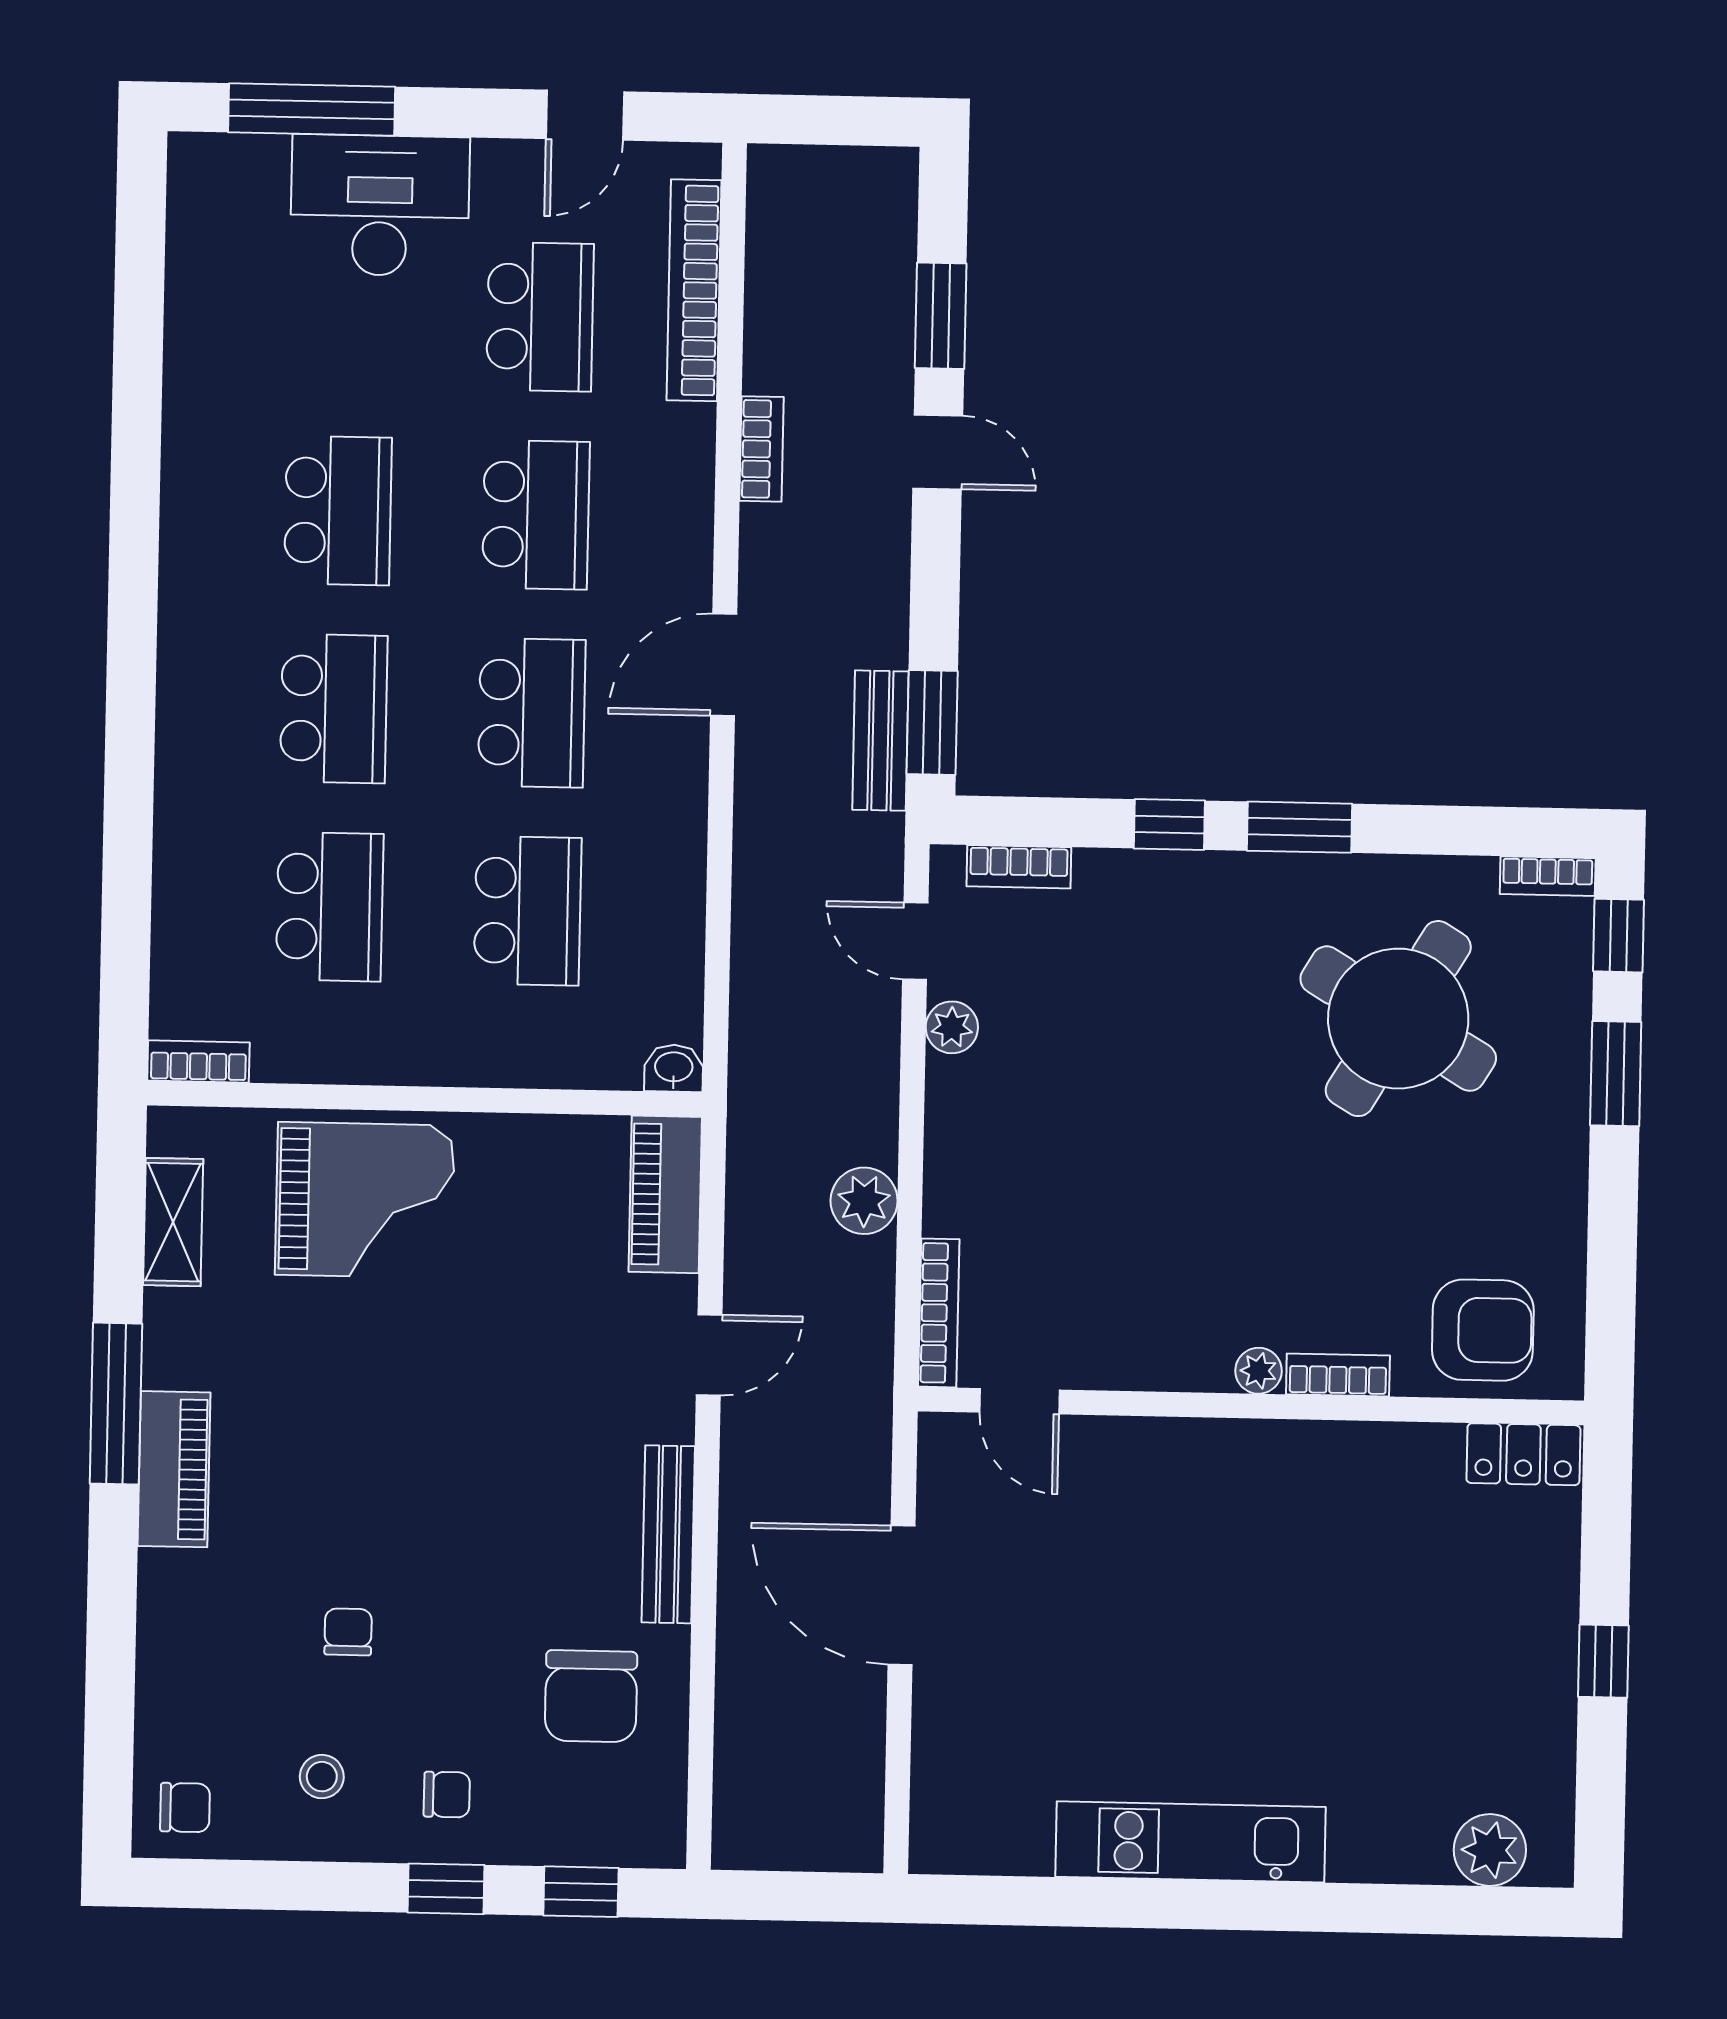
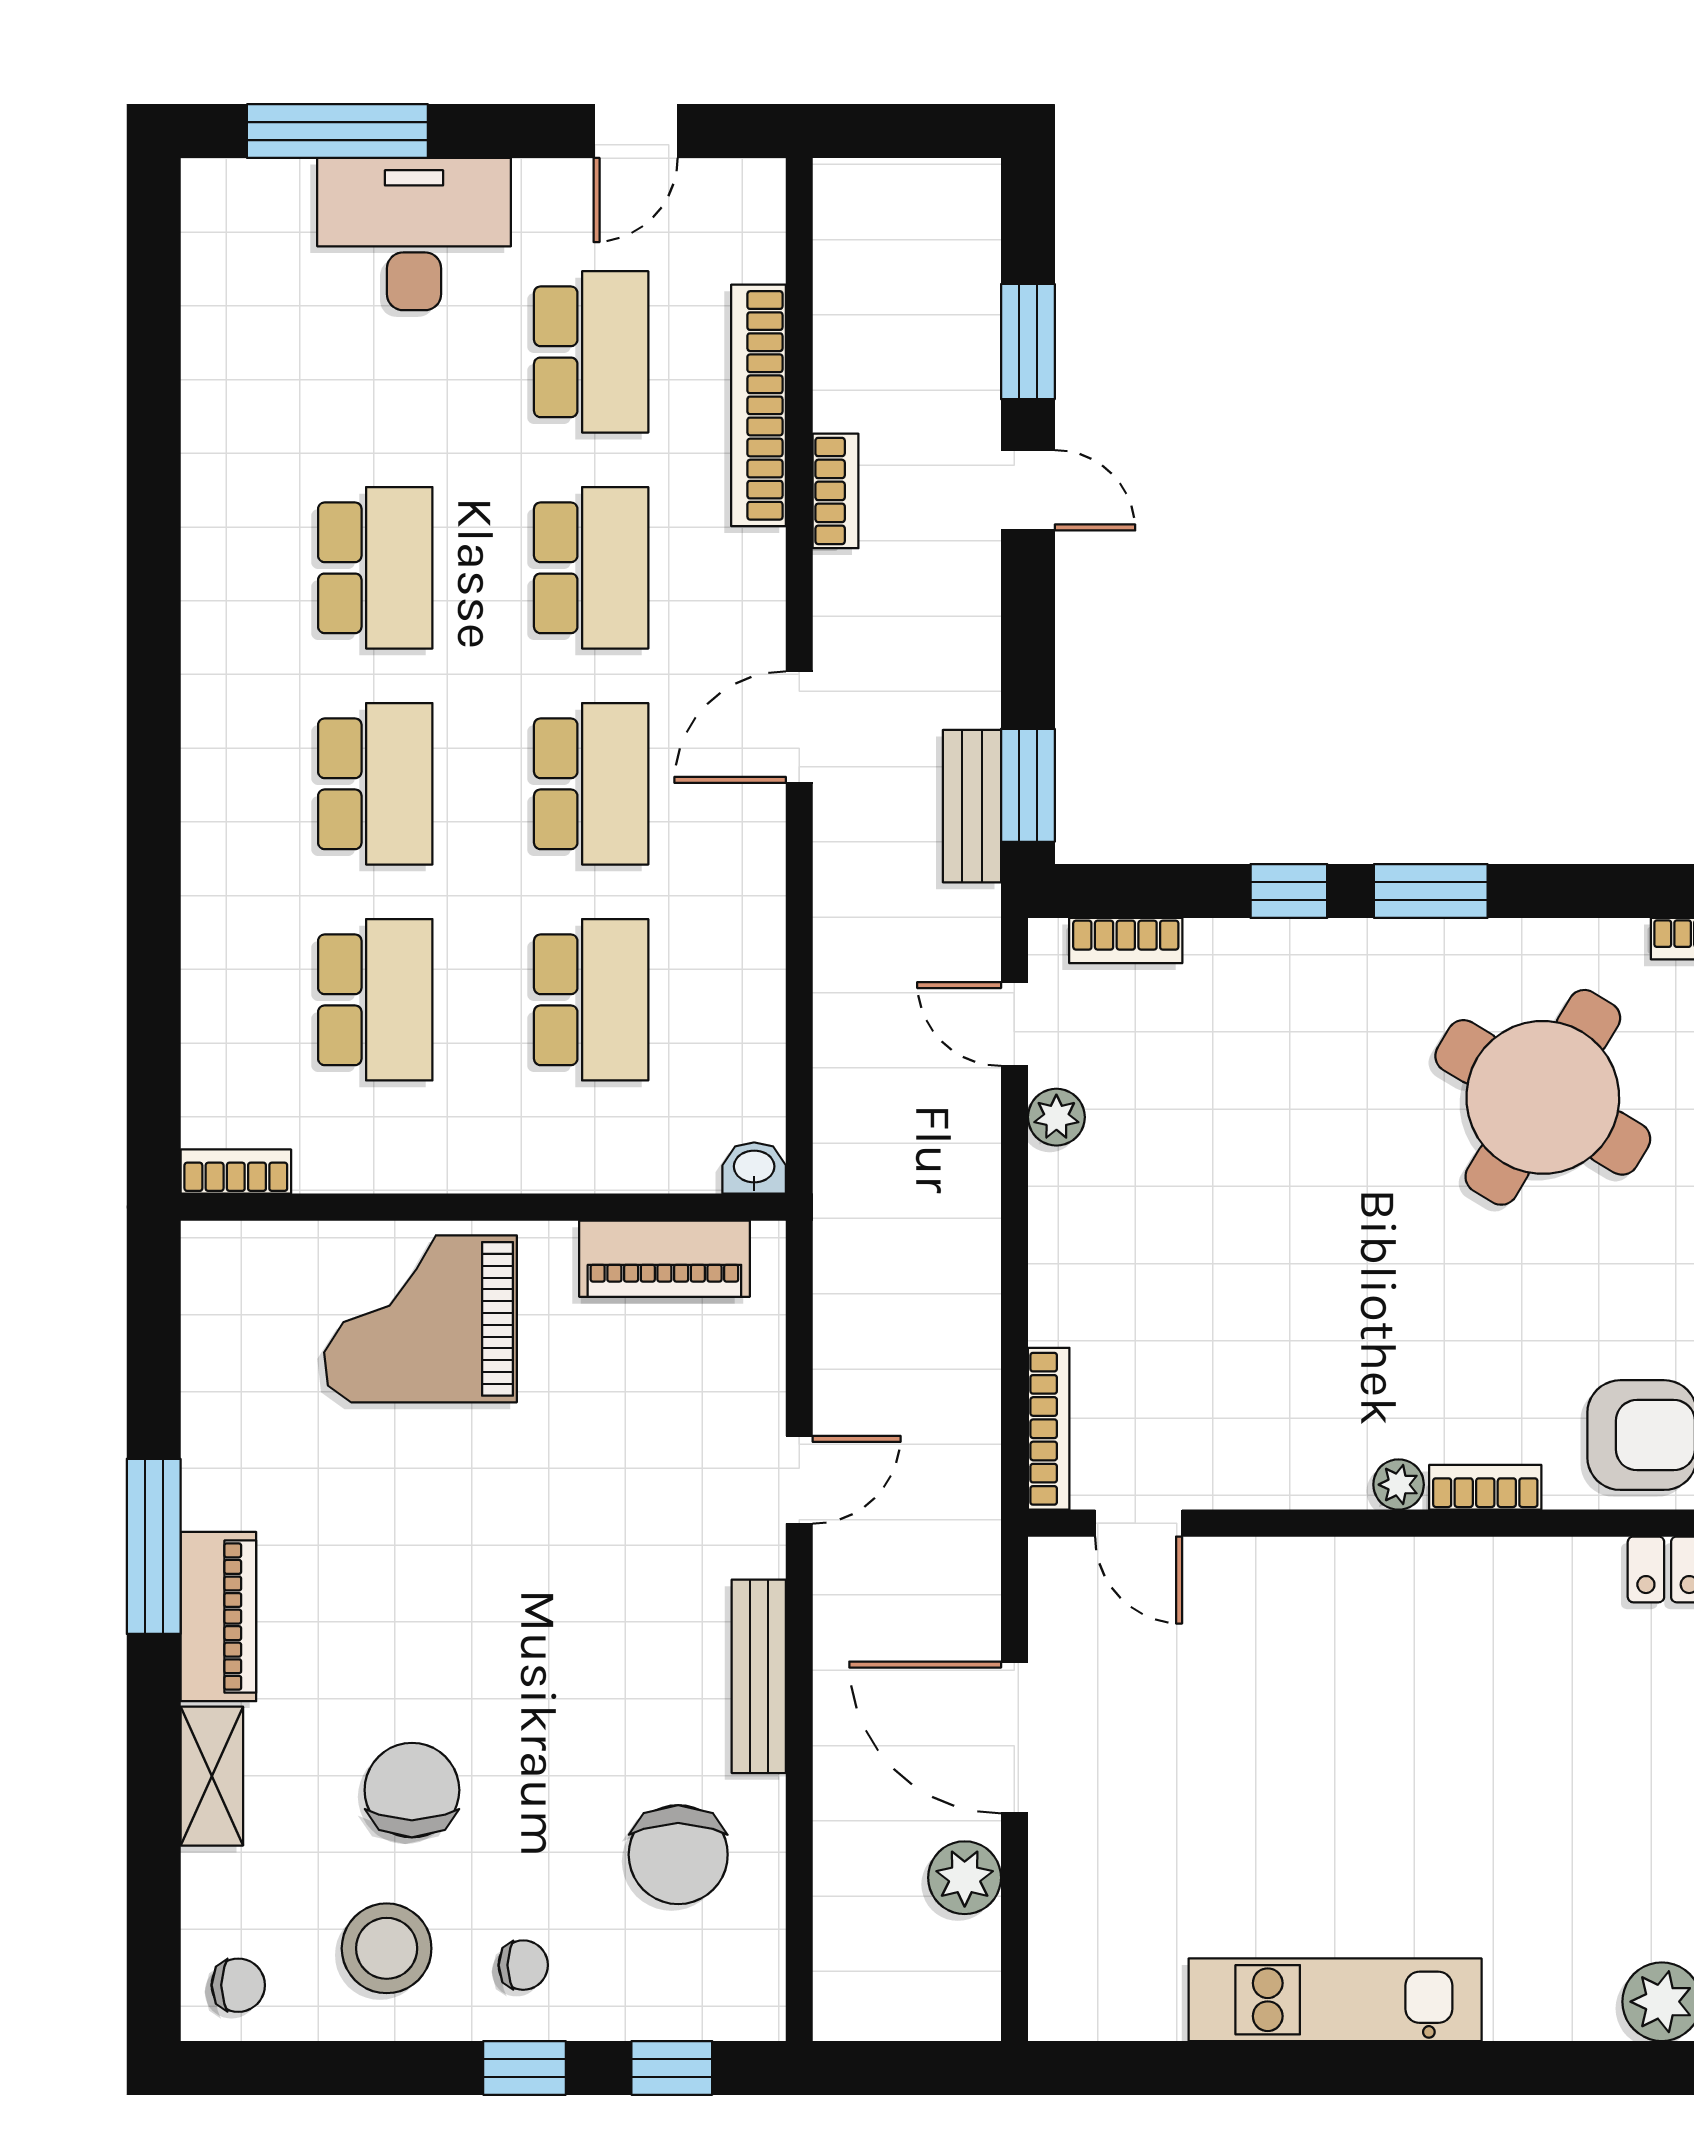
bookcase: (694, 290) -> (758, 405), moved
piano: (665, 1194) -> (664, 1259), moved, turned -90
grand piano: (365, 1200) -> (420, 1319), turned 180
plant: (864, 1201) -> (965, 1878), moved
shelving: (173, 1222) -> (212, 1776), moved
chair: (348, 1632) -> (412, 1790), width x1.87, depth x1.87
stool: (322, 1777) -> (387, 1948), width x1.89, depth x1.89

